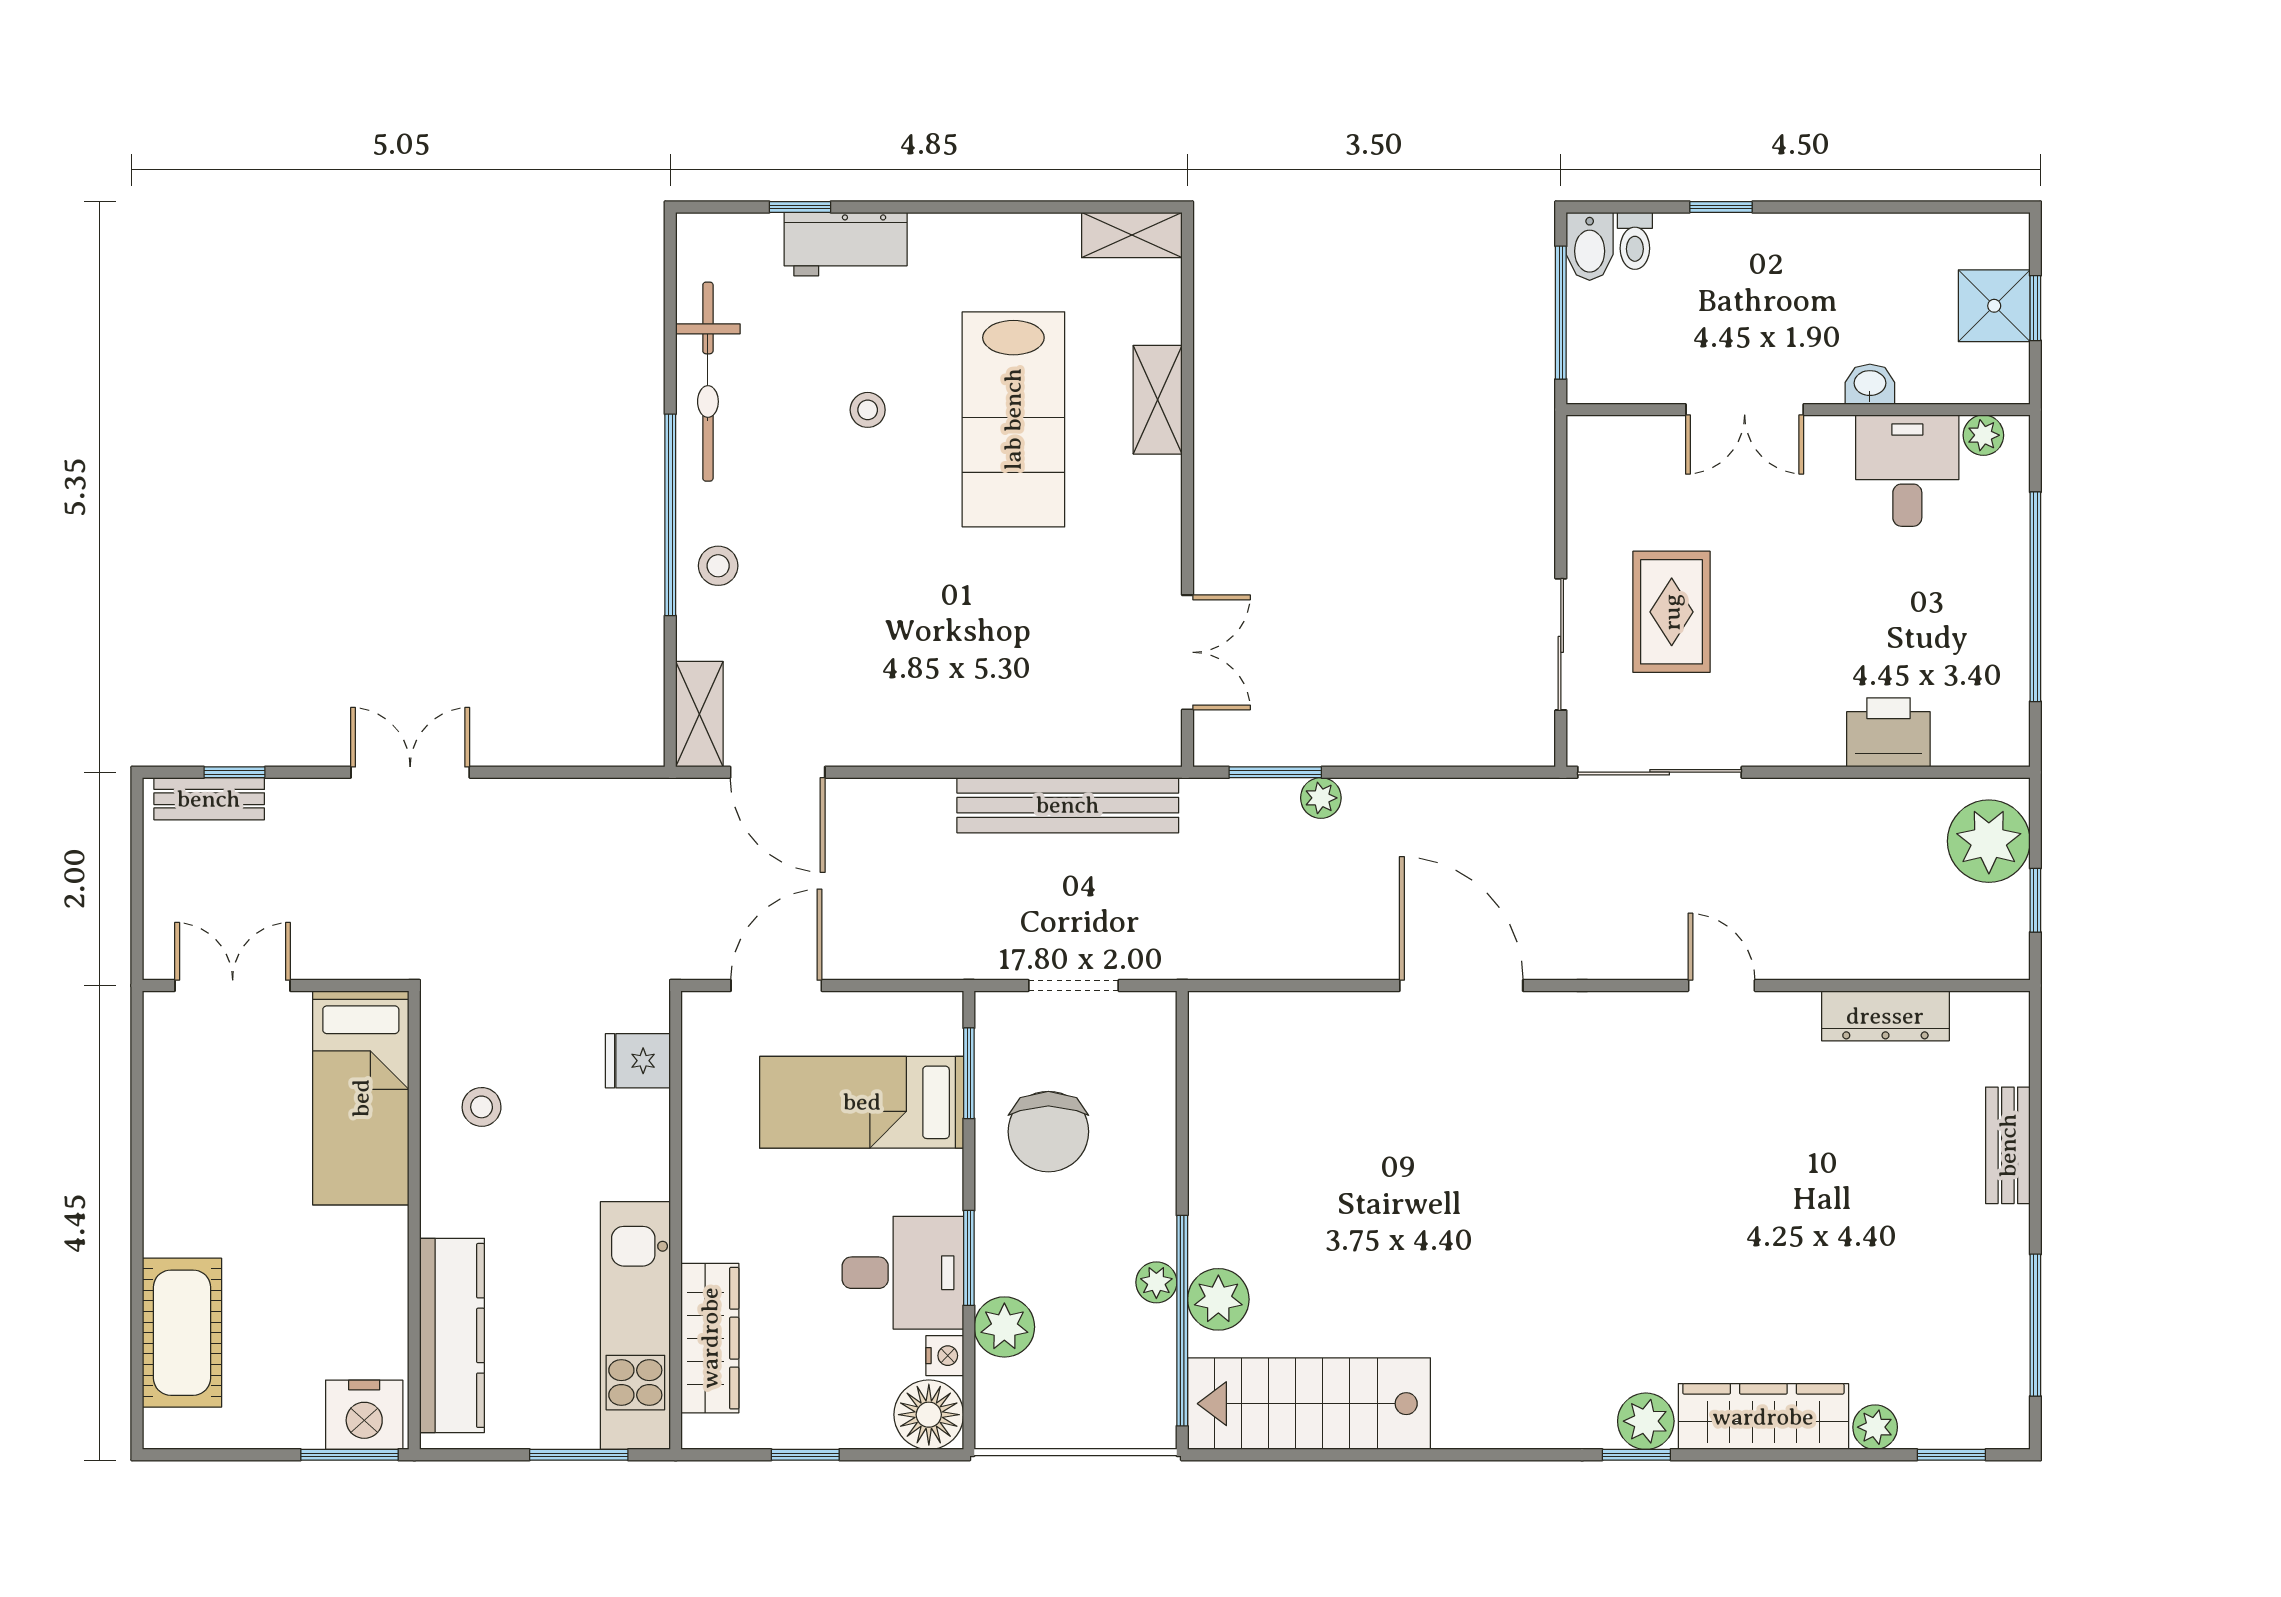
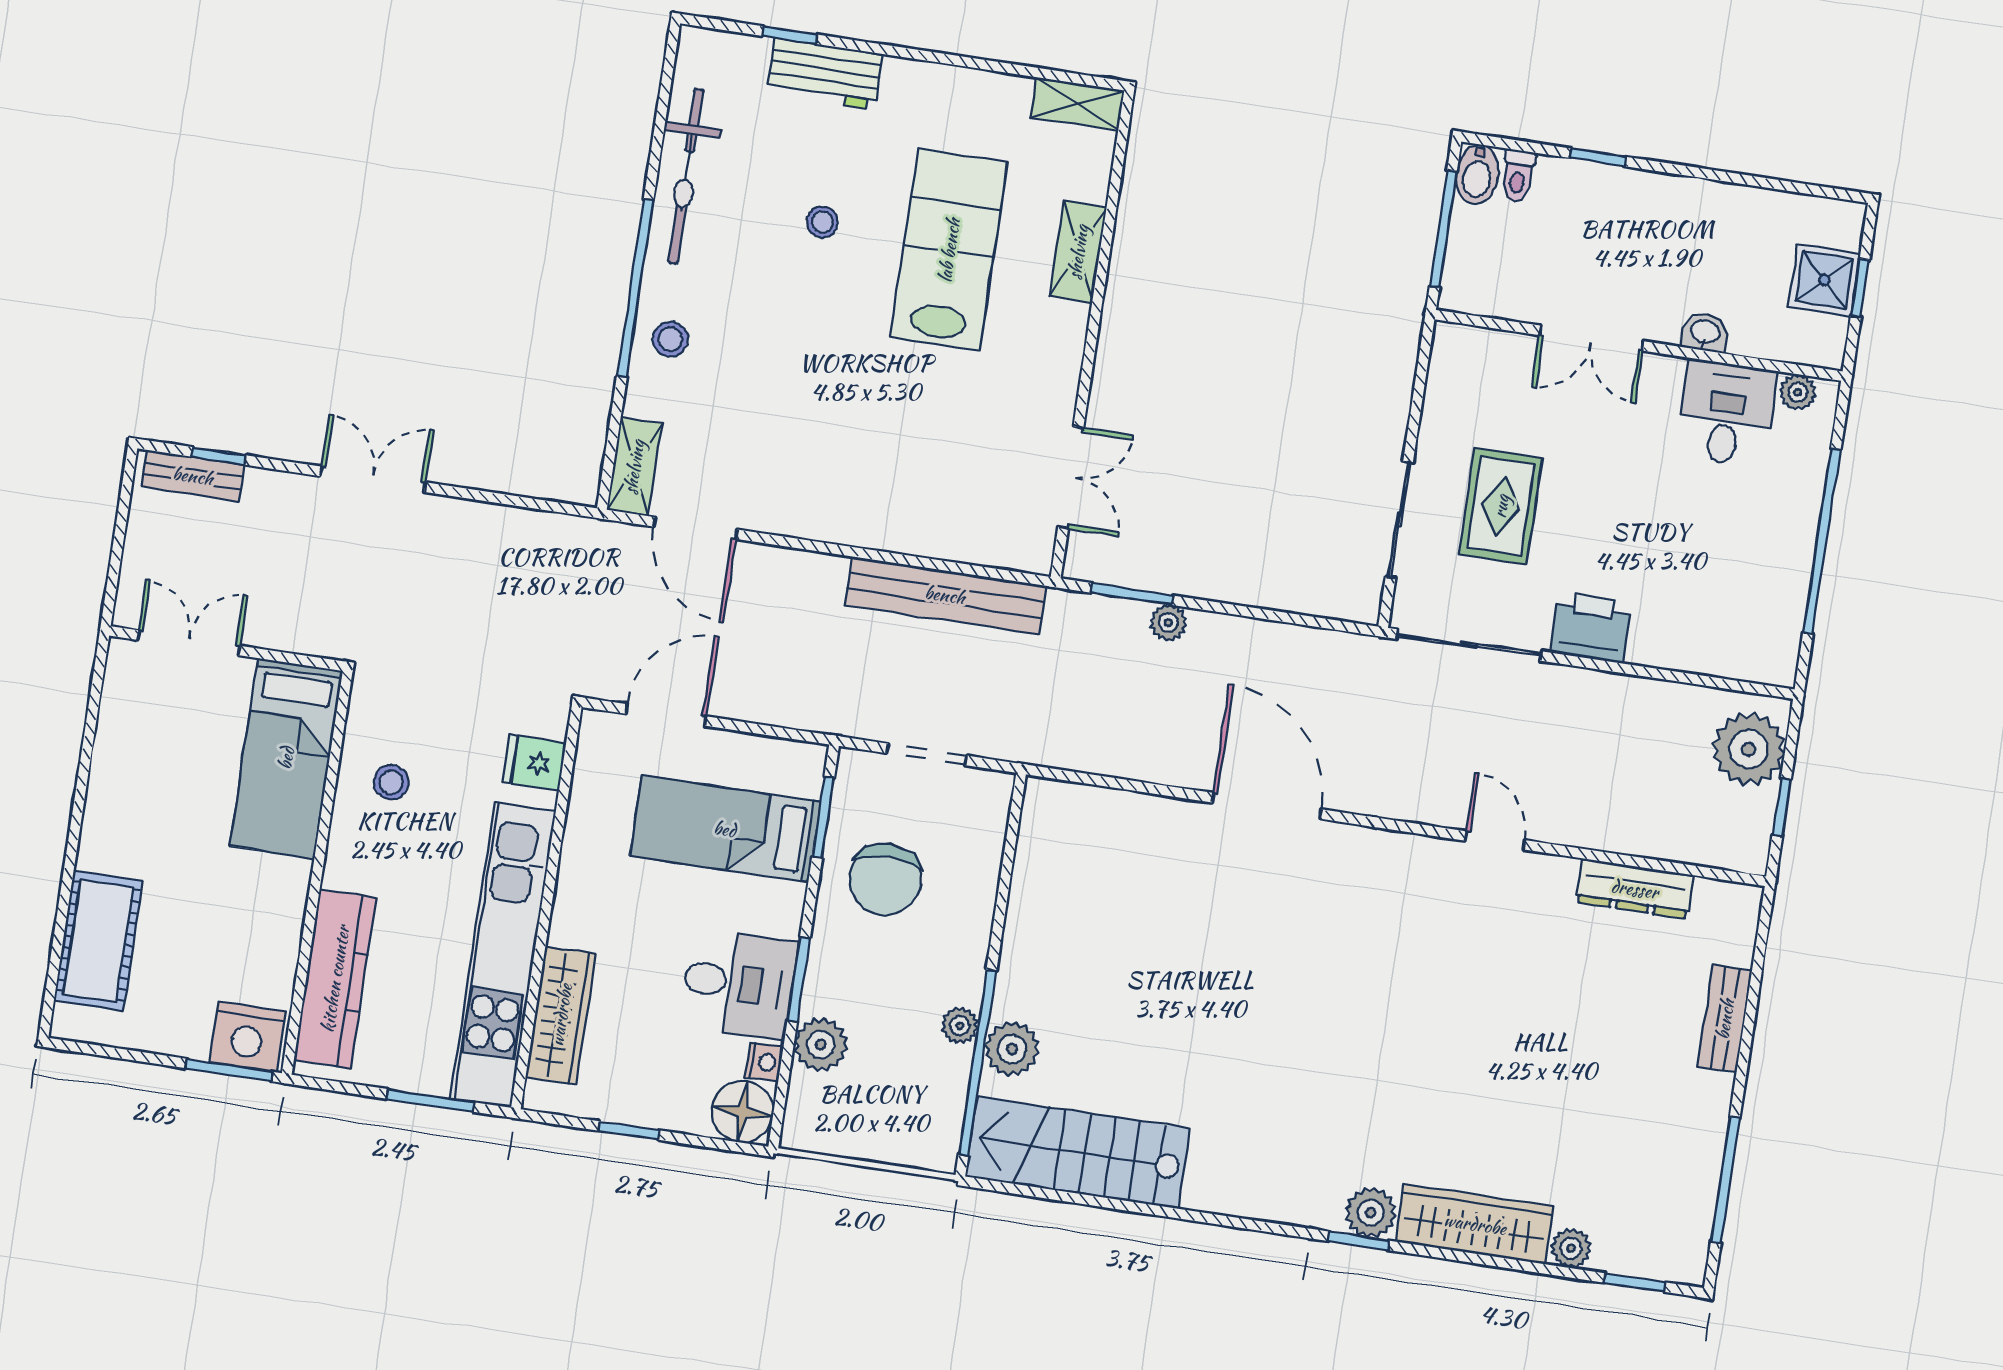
lab bench: (1013, 419) -> (949, 250), turned 180
printer: (1888, 732) -> (1591, 628), moved
kitchen unit: (635, 1326) -> (503, 955), width x1.36

